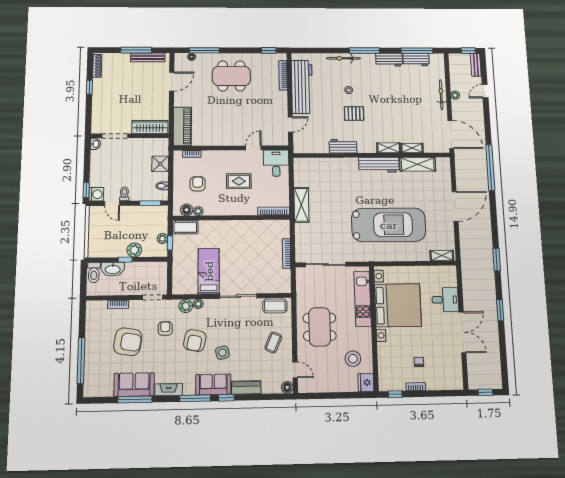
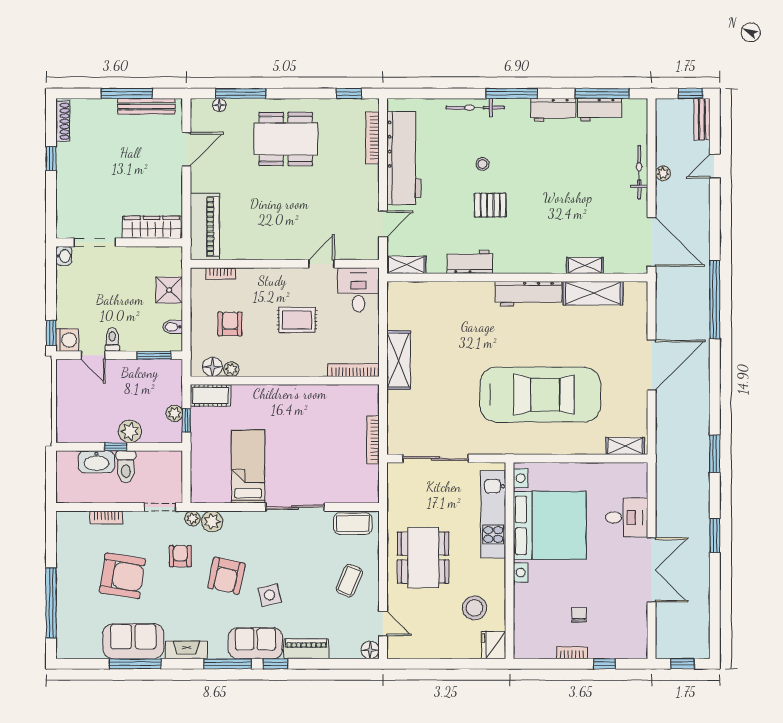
shelving: (389, 148) -> (406, 265), moved
toilet: (94, 273) -> (126, 467), moved
plant: (198, 304) -> (192, 519), moved
window: (395, 394) -> (604, 664), moved

